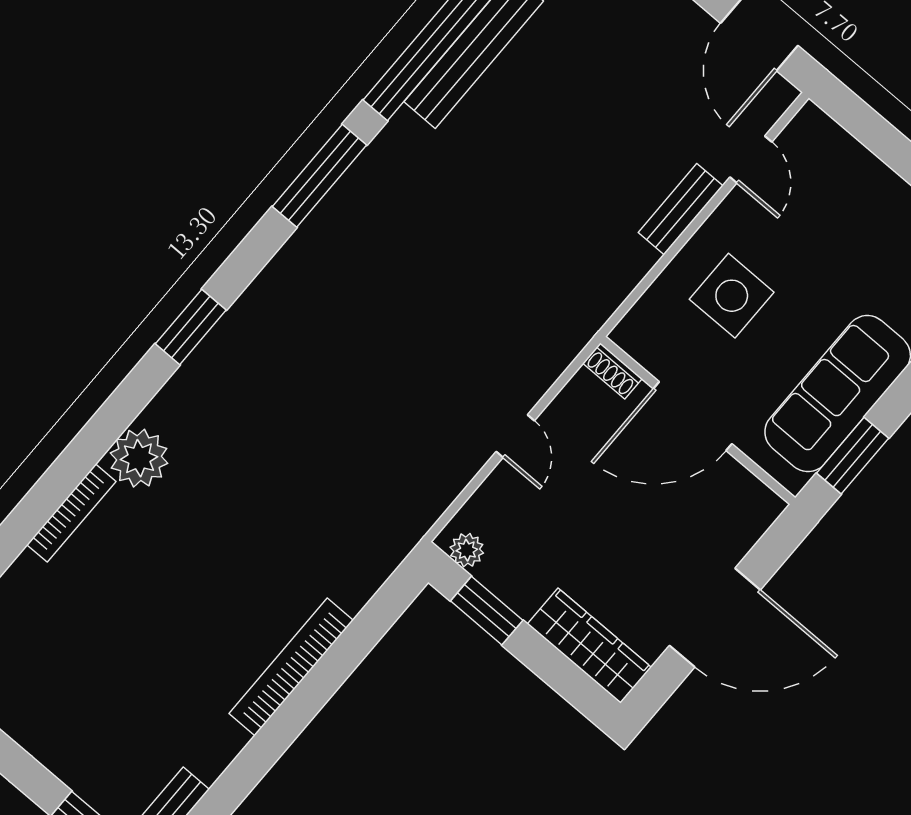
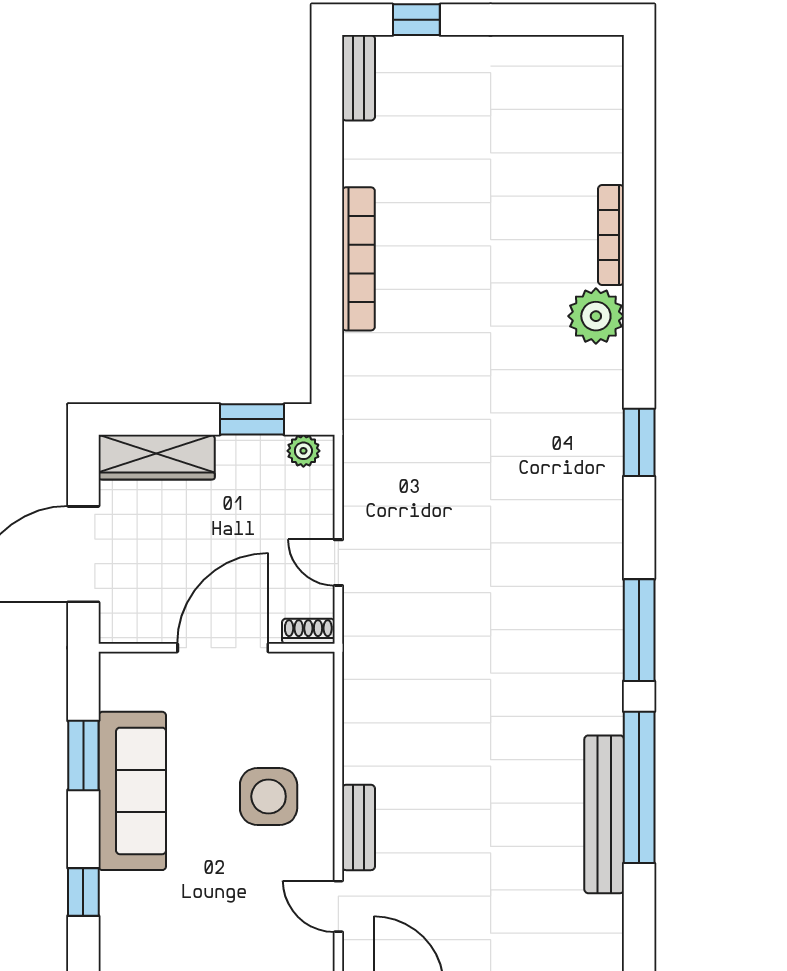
shoe rack: (613, 371) -> (308, 631), moved
door: (693, 416) -> (223, 648), moved
wall: (698, 420) -> (217, 648), moved

